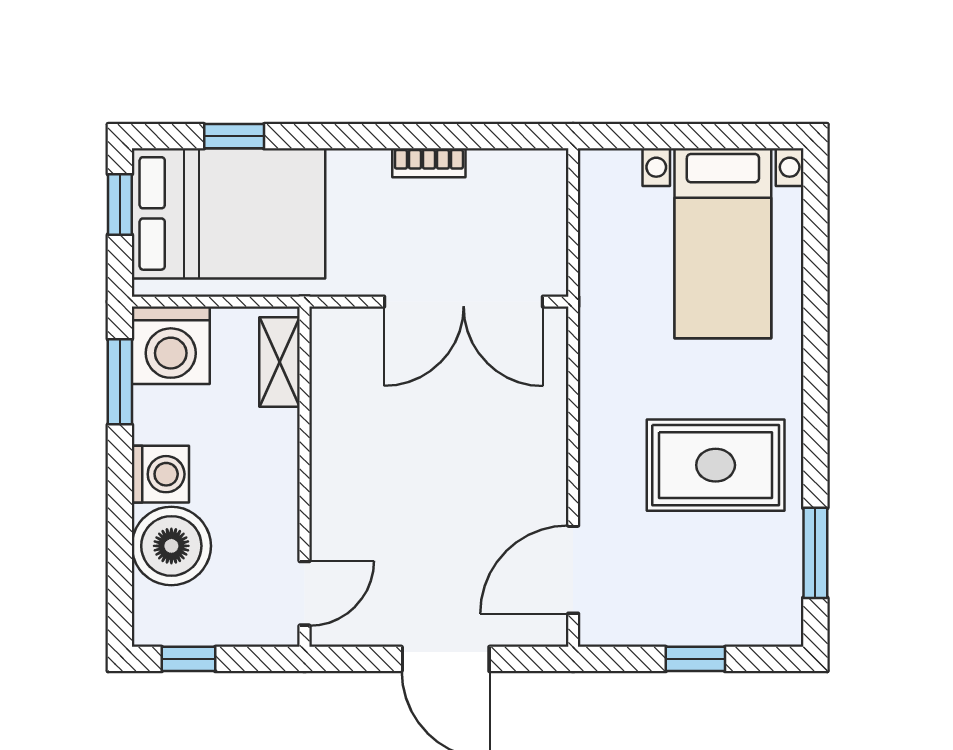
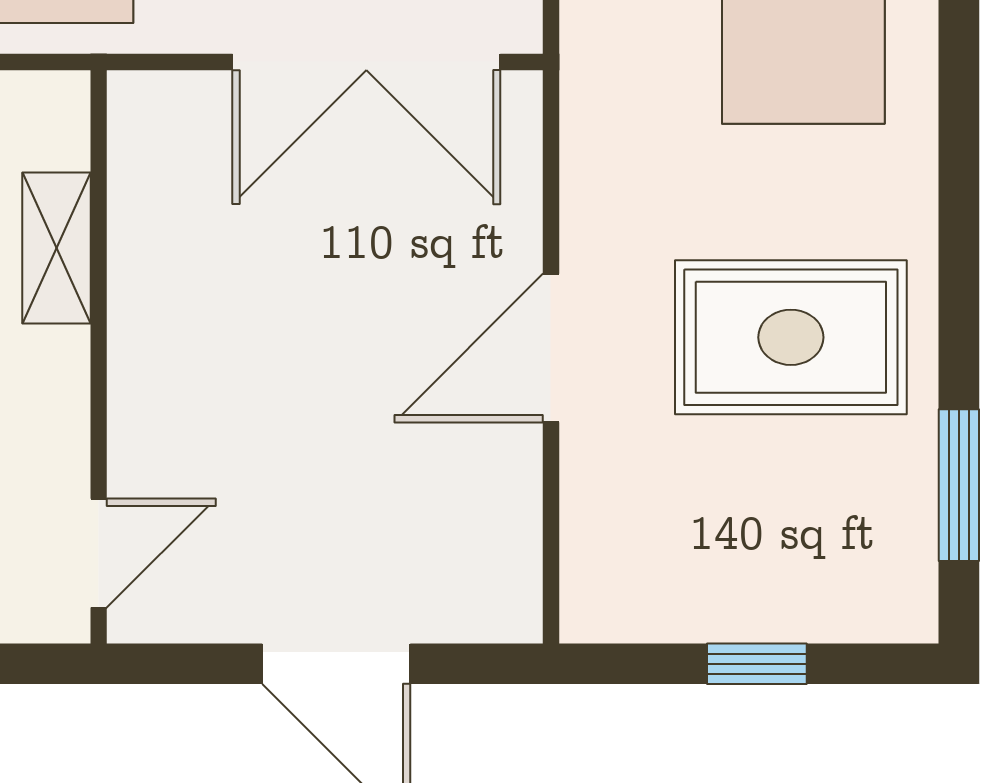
shelving: (280, 362) -> (57, 248), moved
door: (573, 570) -> (551, 348), moved

